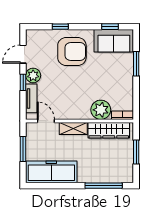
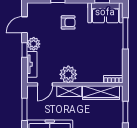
armchair: (72, 52) -> (68, 22), width x0.53, depth x0.53
window: (136, 64) -> (125, 33), width x1.44
plant: (101, 110) -> (68, 74), moved
door: (46, 121) -> (45, 84), swing flipped

